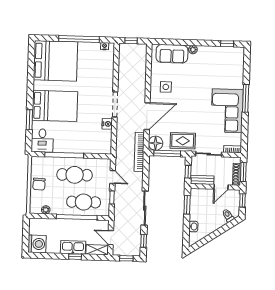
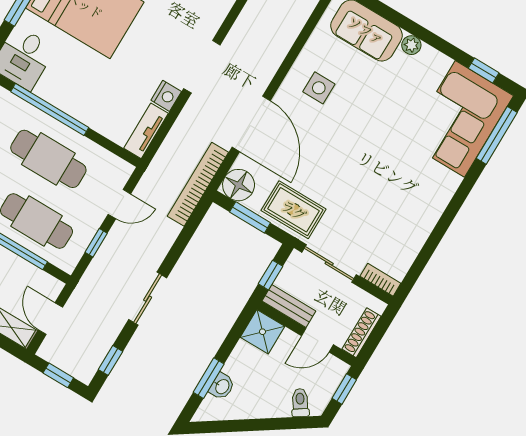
window: (246, 98) -> (497, 135), moved
corner sofa: (227, 111) -> (460, 119), moved
door: (147, 116) -> (251, 124), hinge flipped
tv unit: (107, 142) -> (146, 131), added
window: (167, 153) -> (250, 217), width x0.69
window: (243, 172) -> (377, 335), removed
door: (113, 177) -> (119, 204), hinge flipped
shower: (197, 196) -> (262, 332), added
window: (187, 205) -> (209, 378), moved
sliding door: (145, 208) -> (148, 299), width x0.73

